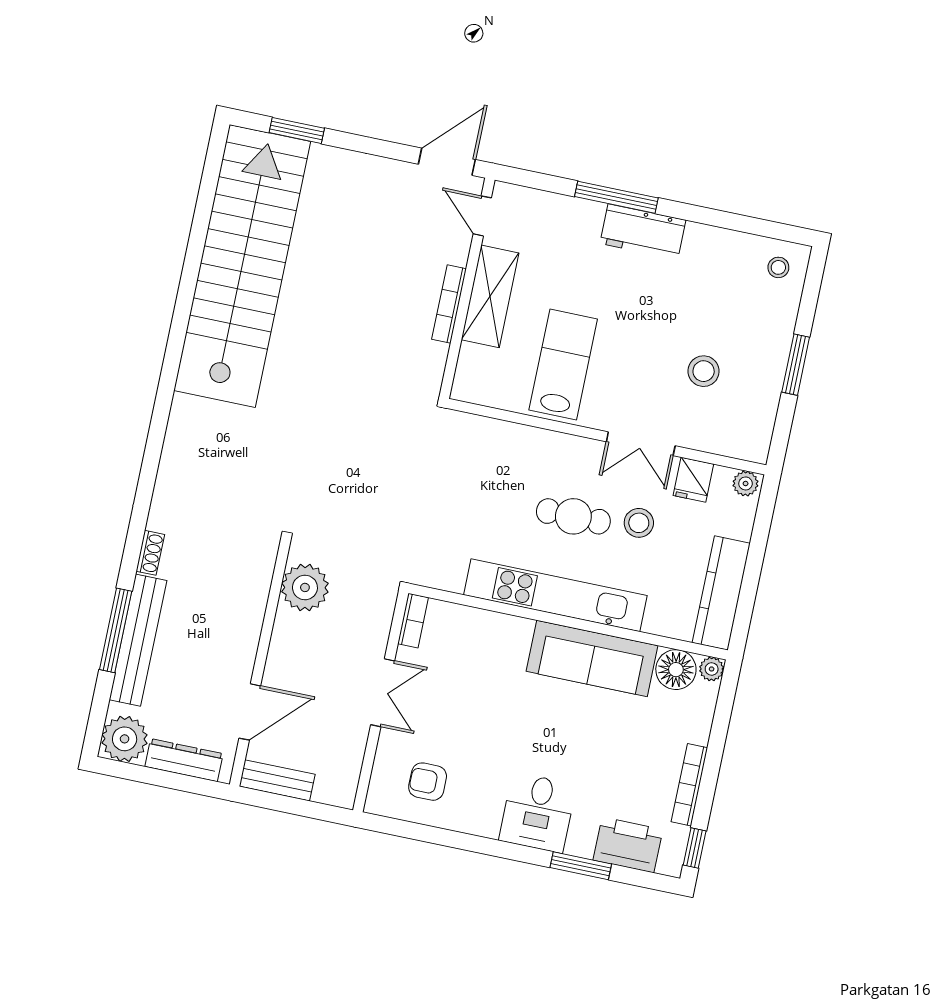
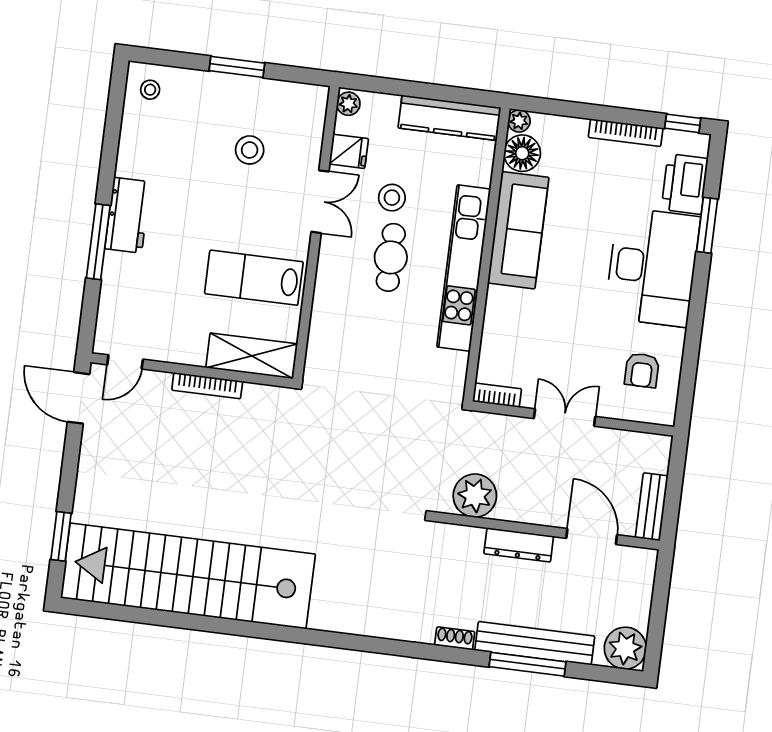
shelving: (490, 296) -> (252, 356), moved
dresser: (184, 760) -> (519, 545), moved, turned -90
desk: (538, 813) -> (652, 267), width x1.87, depth x1.30

